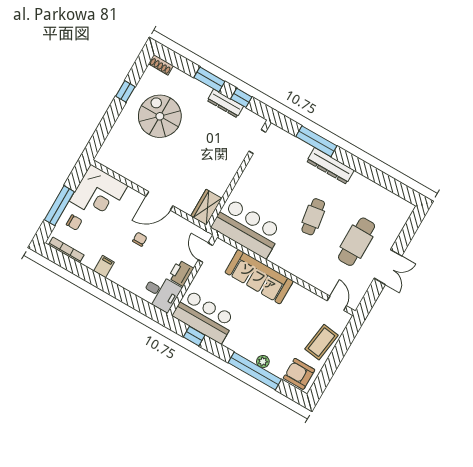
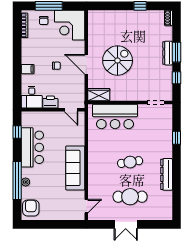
dresser: (225, 103) -> (168, 53), moved
spiral stairs: (160, 116) -> (118, 61), moved
window: (316, 141) -> (176, 138), width x0.46
dresser: (330, 166) -> (167, 174), moved
bar counter: (247, 228) -> (115, 116), moved, turned 90
door: (205, 253) -> (71, 110), swing flipped
filing cabinet: (104, 267) -> (28, 69), moved
sofa: (259, 277) -> (75, 168), moved
bar counter: (204, 317) -> (32, 147), moved
coffee table: (322, 342) -> (58, 210), removed

